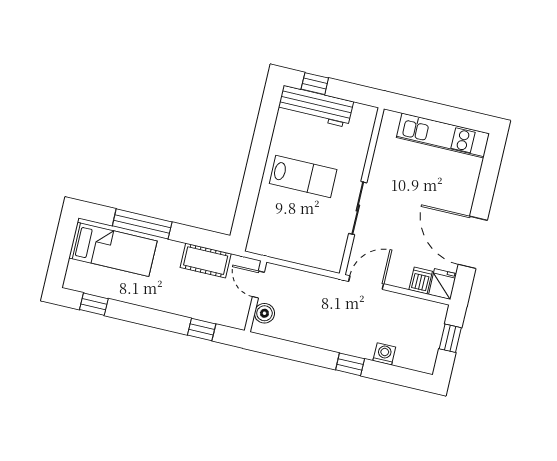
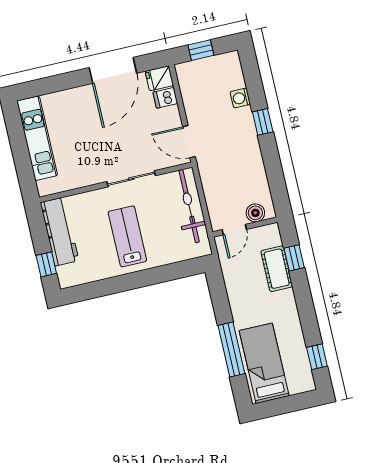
workbench: (315, 106) -> (60, 232), moved
bicycle: (303, 251) -> (189, 206), added
cot: (206, 261) -> (277, 269), moved

